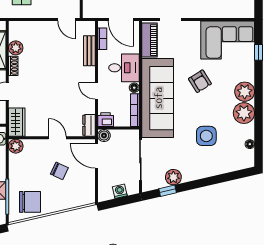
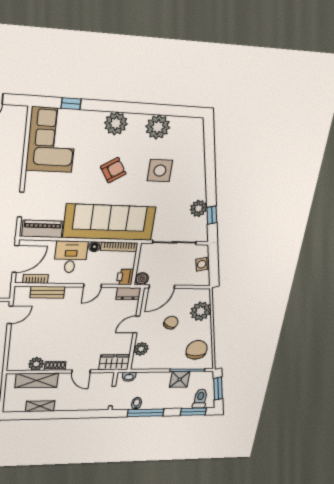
armchair: (200, 81) -> (113, 170), moved
plant: (244, 113) -> (158, 127), moved
floor lamp: (250, 144) -> (177, 121), removed
plant: (16, 146) -> (141, 349), moved
plant: (71, 198) -> (201, 311), added

